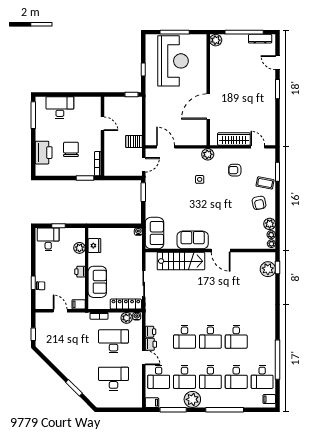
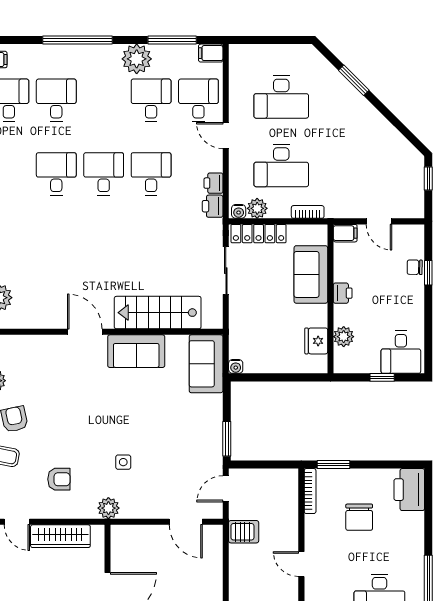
printer: (44, 153) -> (409, 490), moved
printer: (151, 344) -> (213, 206), moved
desk: (210, 377) -> (104, 100), removed

